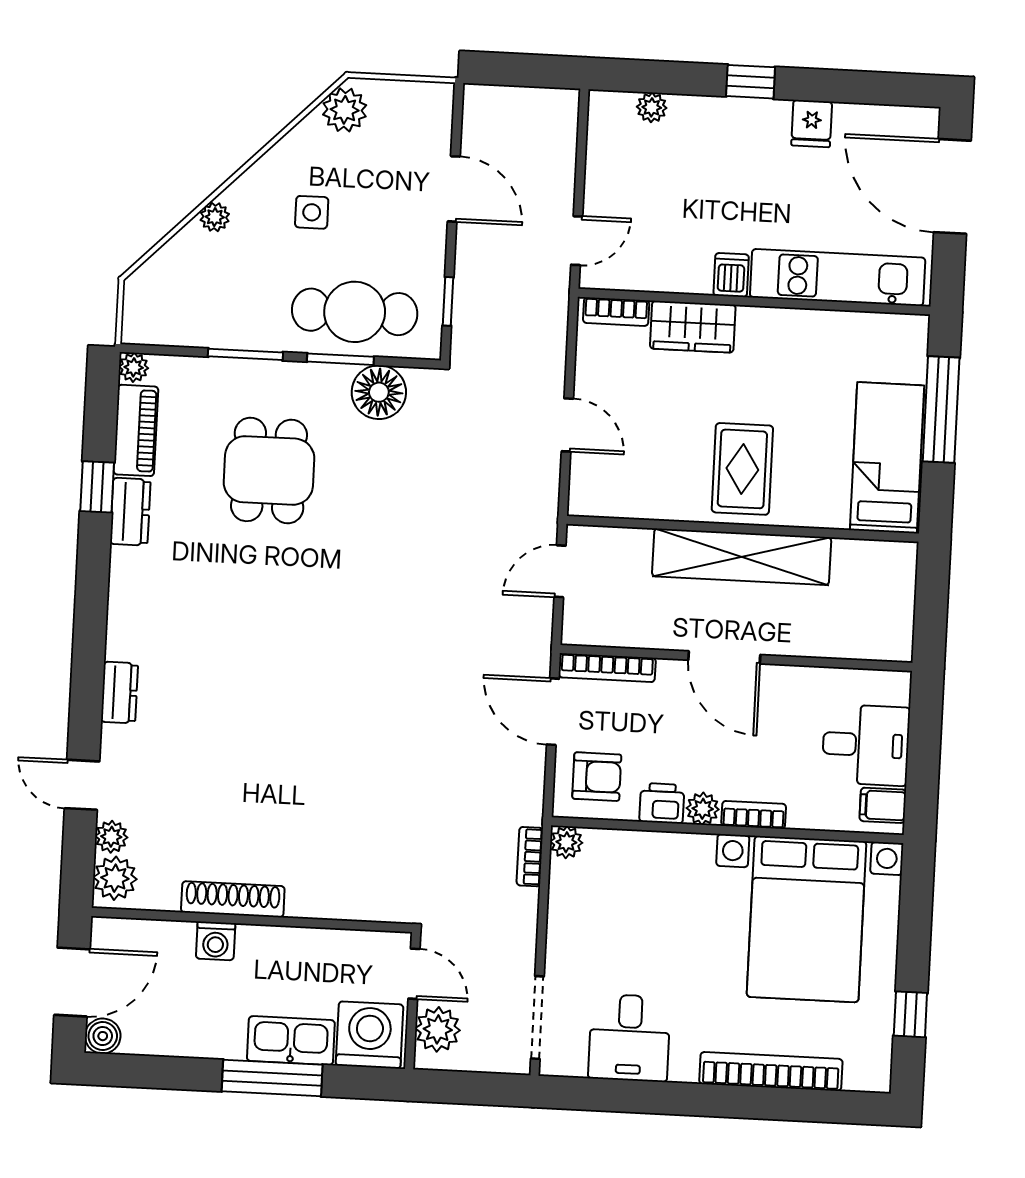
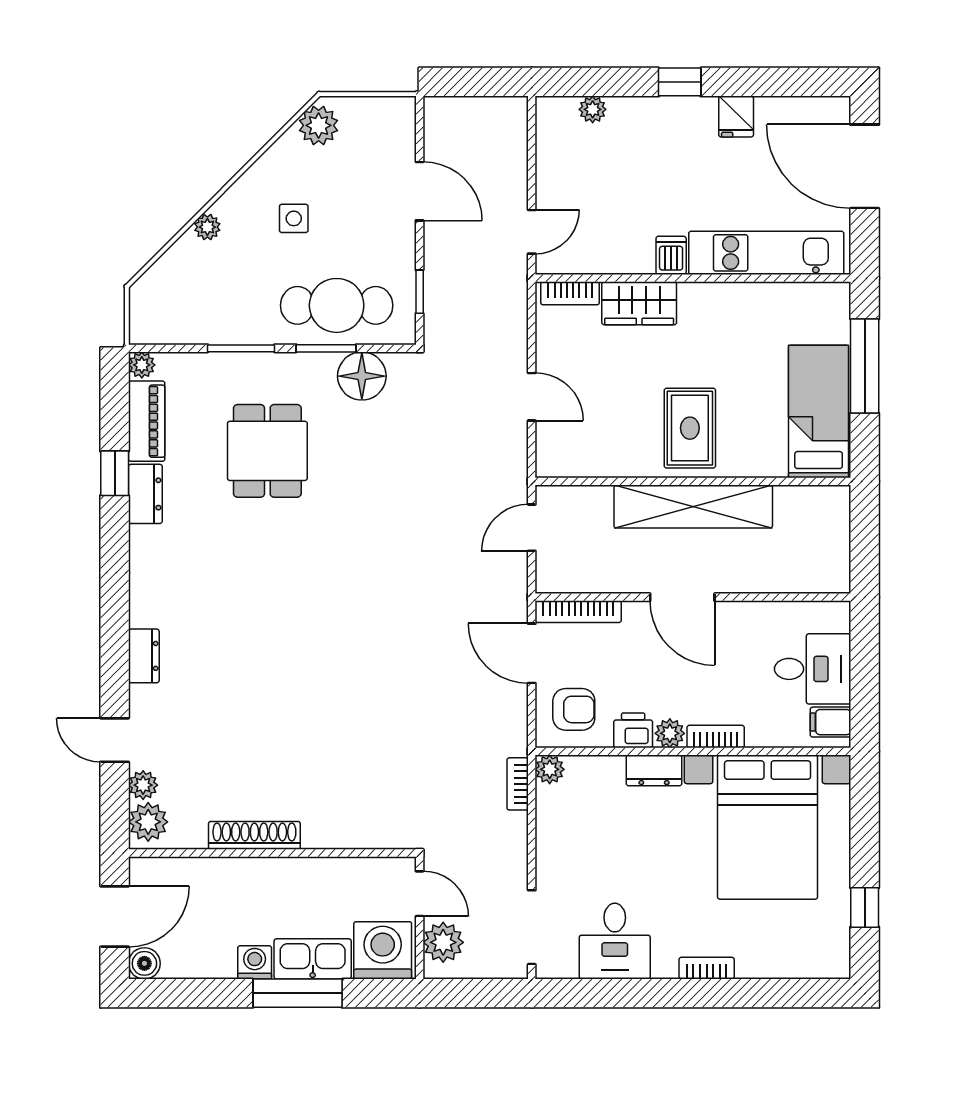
dresser: (683, 849) -> (654, 770), added
washing machine: (216, 941) -> (255, 962), moved, turned 180
bookcase: (771, 1071) -> (707, 968), width x0.43, depth x0.76

